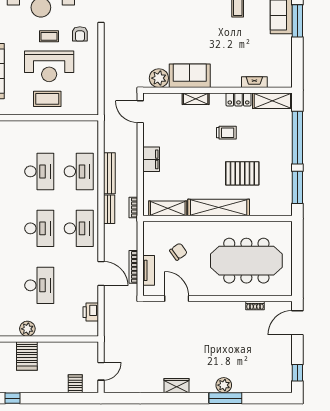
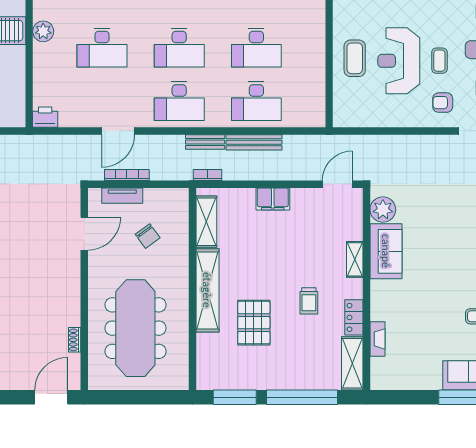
printer: (91, 312) -> (45, 117), moved
door: (297, 323) -> (51, 397), hinge flipped

